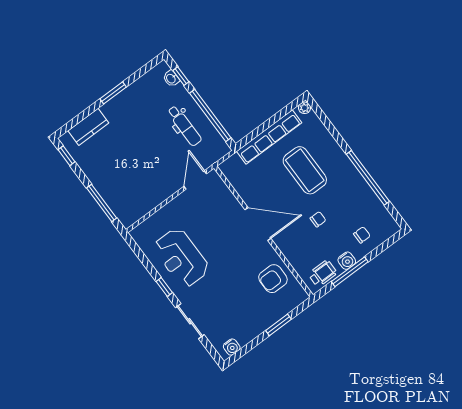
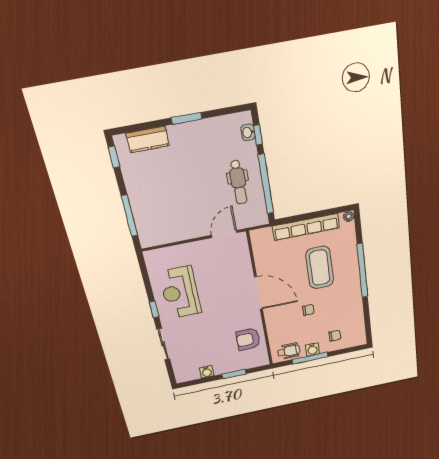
window: (368, 178) -> (362, 271), moved
water cooler: (232, 347) -> (207, 372), moved

